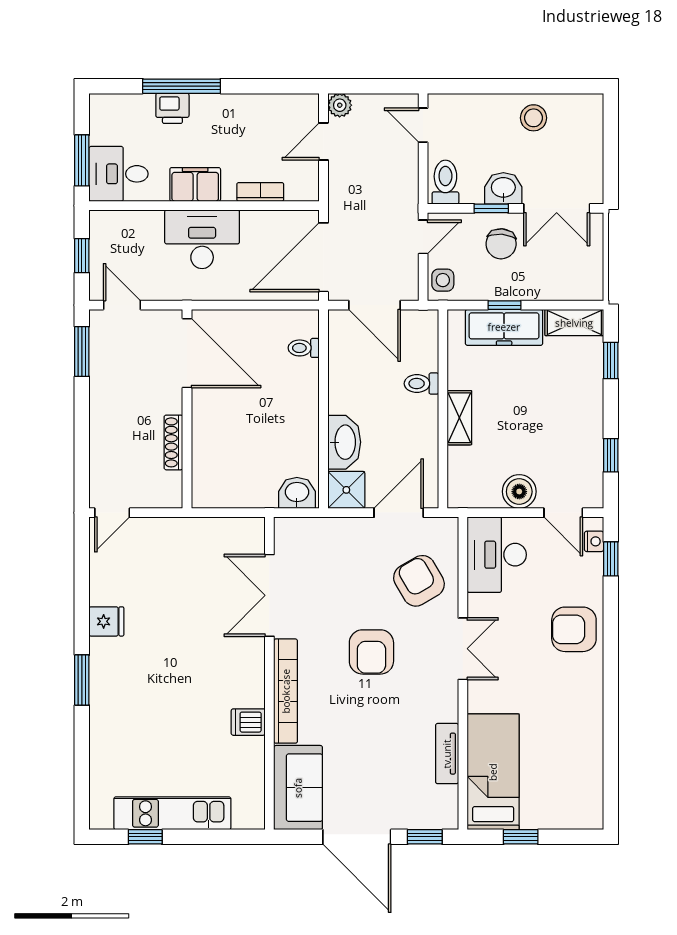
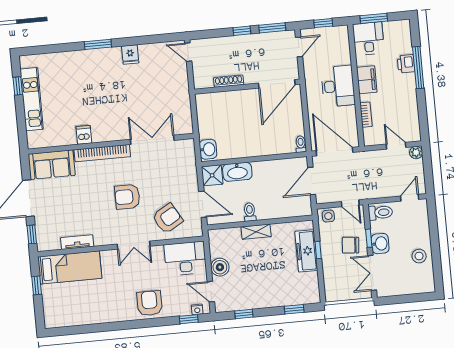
shelving: (574, 323) -> (312, 288), removed
toilet: (304, 348) -> (301, 144), moved
toilet: (421, 384) -> (250, 212), moved
window: (82, 409) -> (242, 31), added
door: (563, 513) -> (211, 292), hinge flipped

